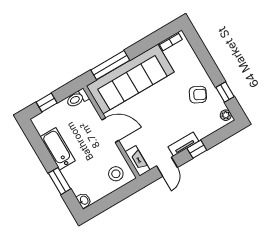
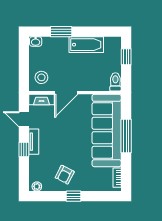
window: (110, 65) -> (126, 136), moved
window: (225, 92) -> (73, 196), moved
door: (110, 130) -> (66, 93), moved

